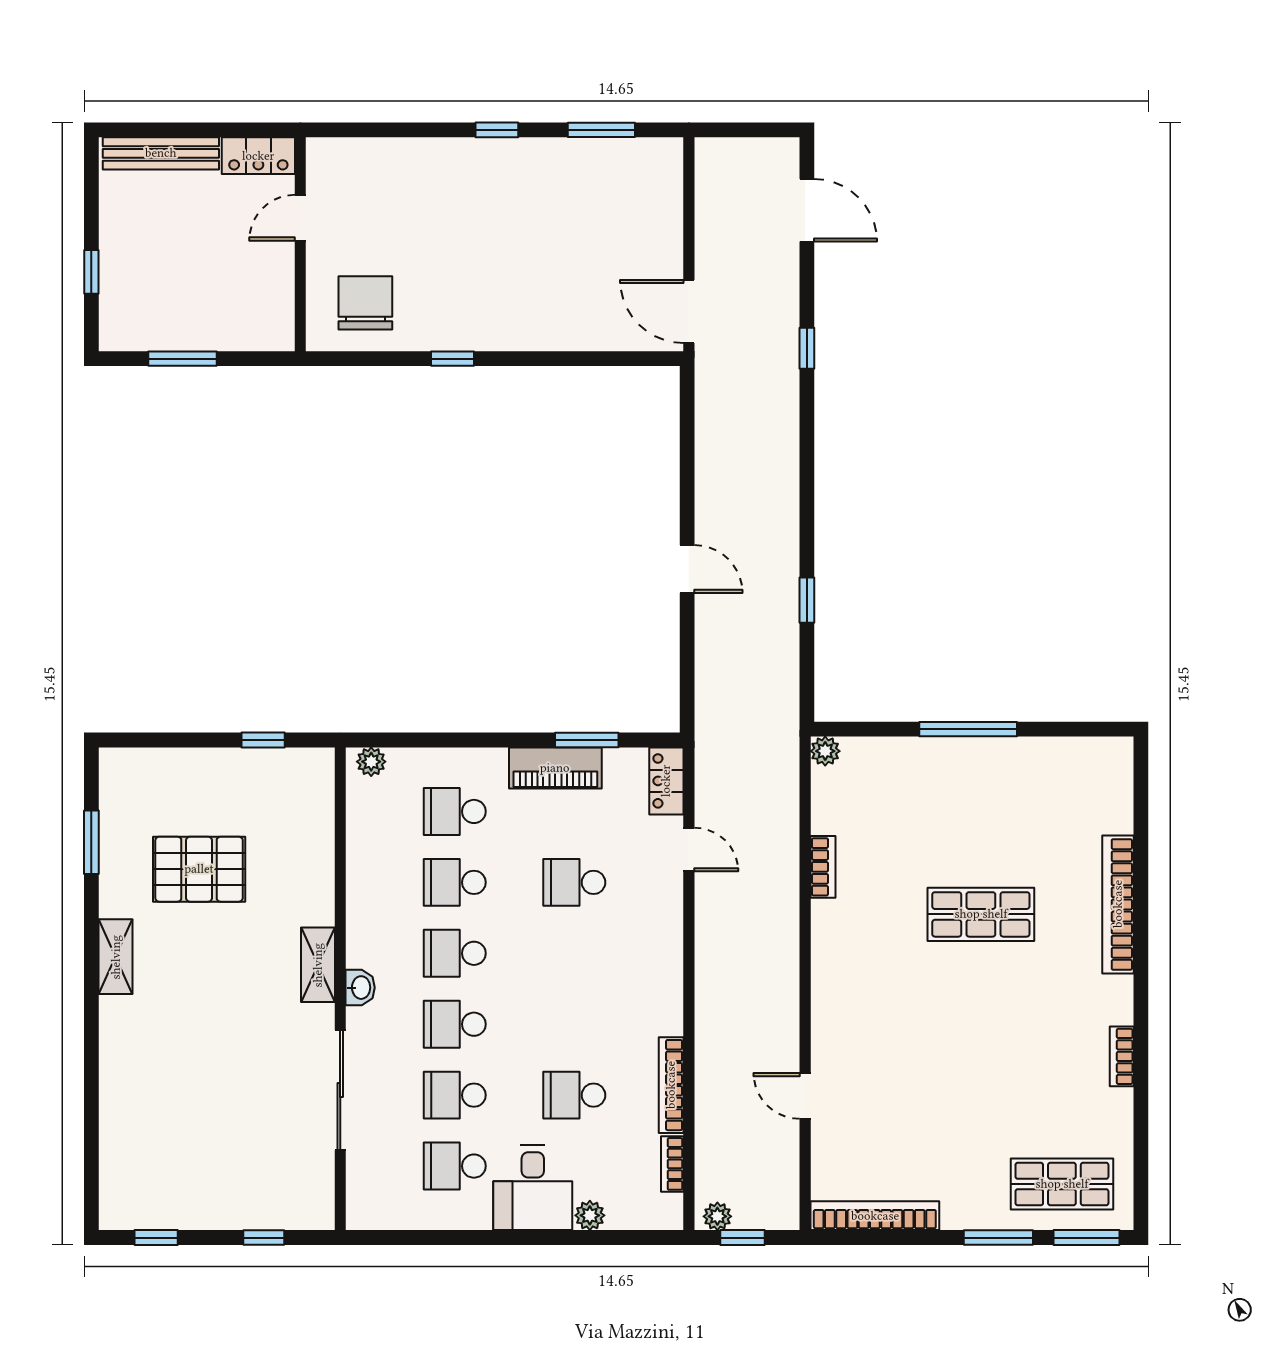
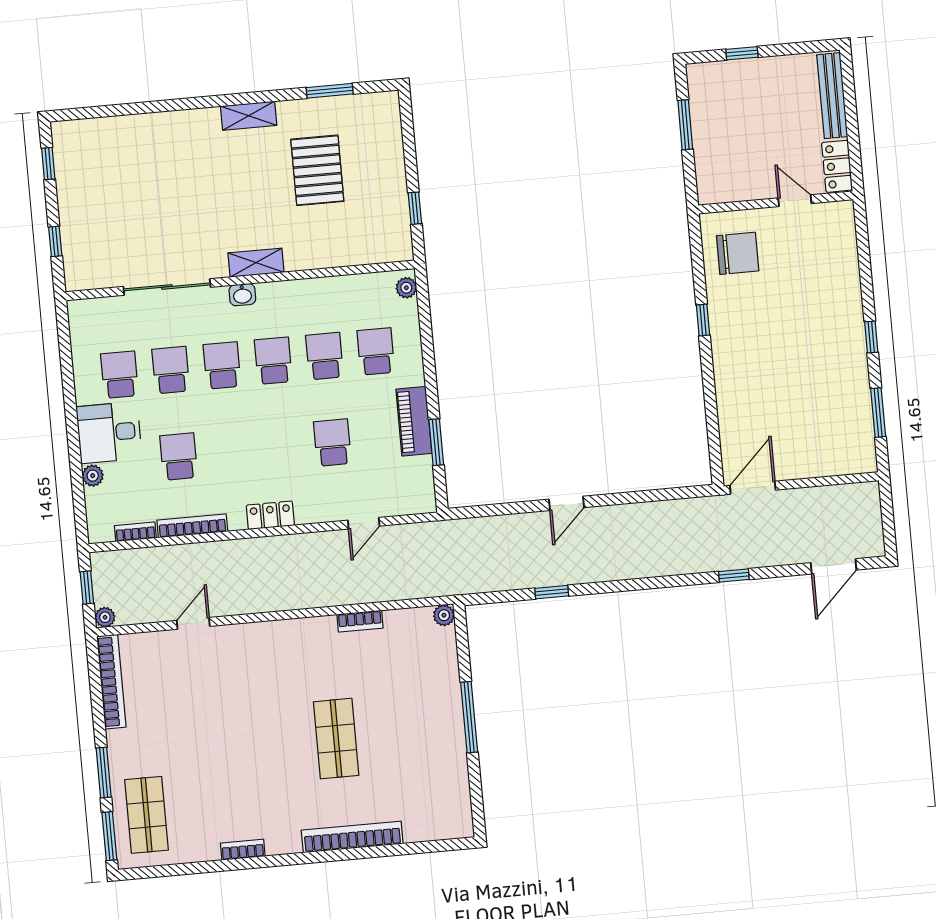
locker: (666, 781) -> (270, 515), moved
plant: (717, 1216) -> (105, 617), moved

